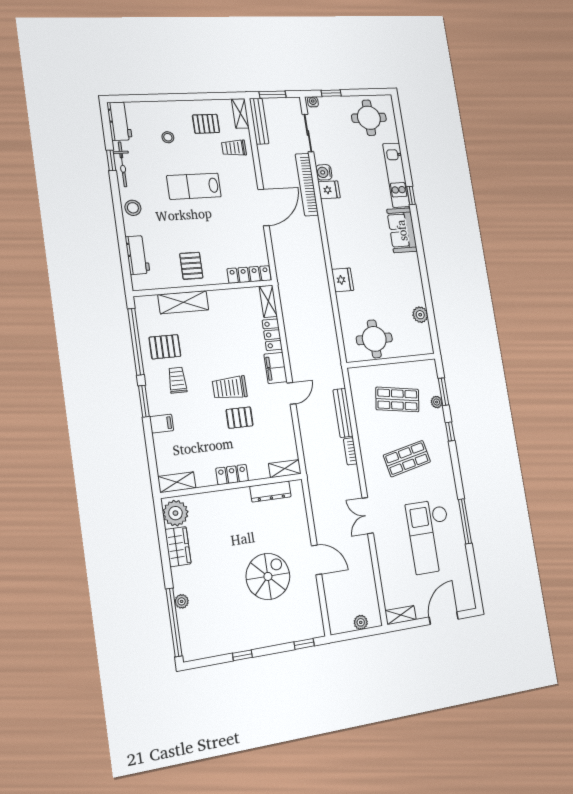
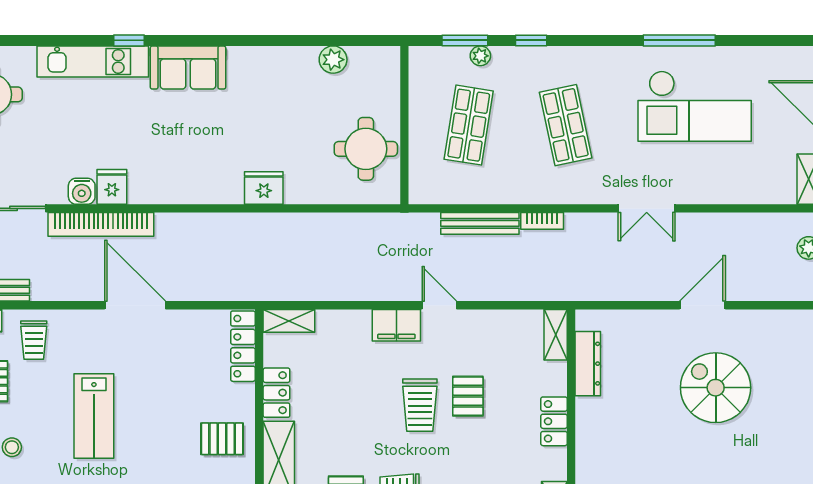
locker: (272, 335) -> (276, 393), moved, turned -90

